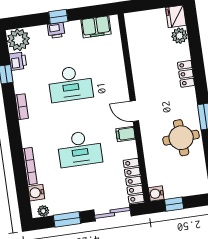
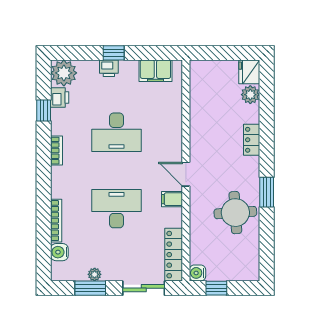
desk: (80, 149) -> (117, 209), turned 180
plant: (43, 211) -> (95, 274), moved

